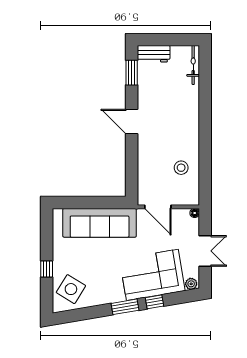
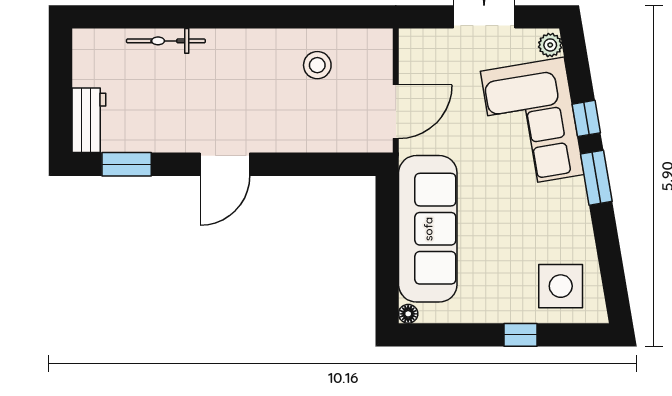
bicycle: (193, 65) -> (166, 41), moved
floor lamp: (195, 213) -> (408, 314), moved
side table: (71, 289) -> (561, 286), turned -32

